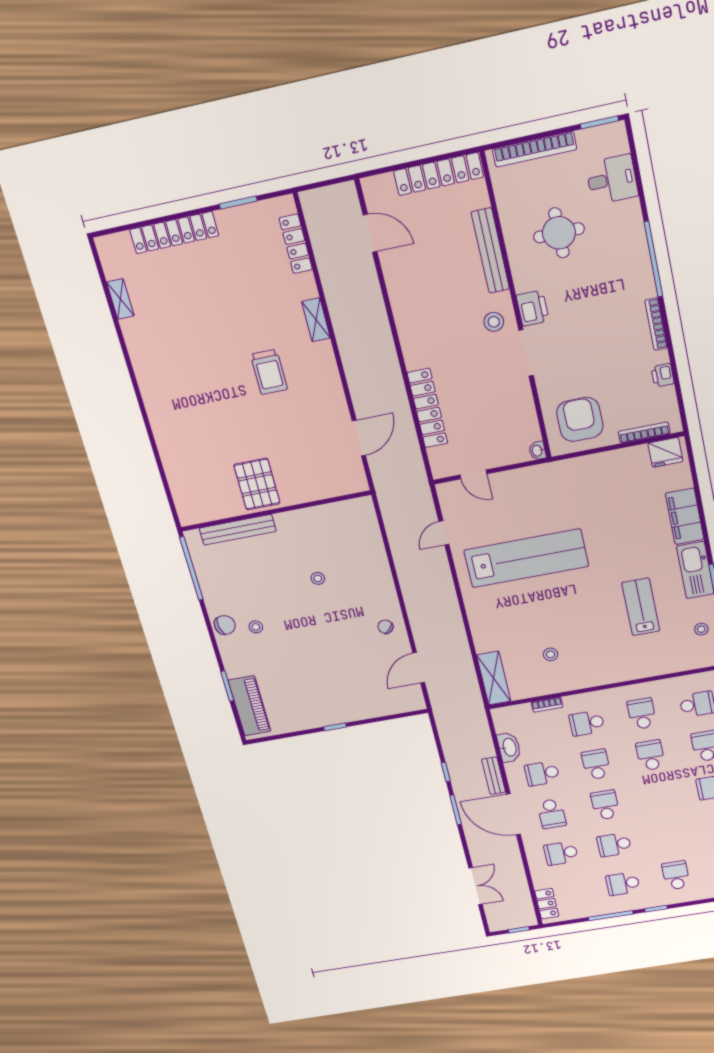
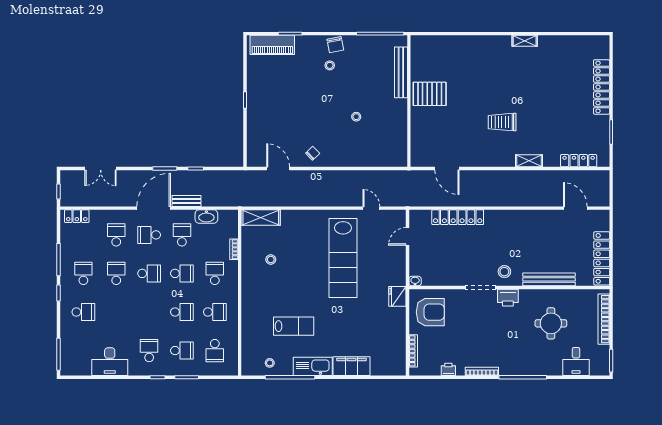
door: (370, 233) -> (575, 208), swing flipped
shelving: (120, 299) -> (525, 41), moved
fridge: (665, 452) -> (397, 296), moved

